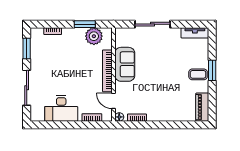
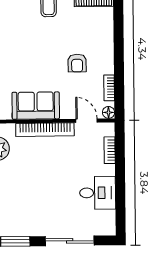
armchair: (155, 95) -> (77, 63), added
door: (113, 101) -> (87, 121), swing flipped
desk: (61, 108) -> (98, 193), width x0.73

